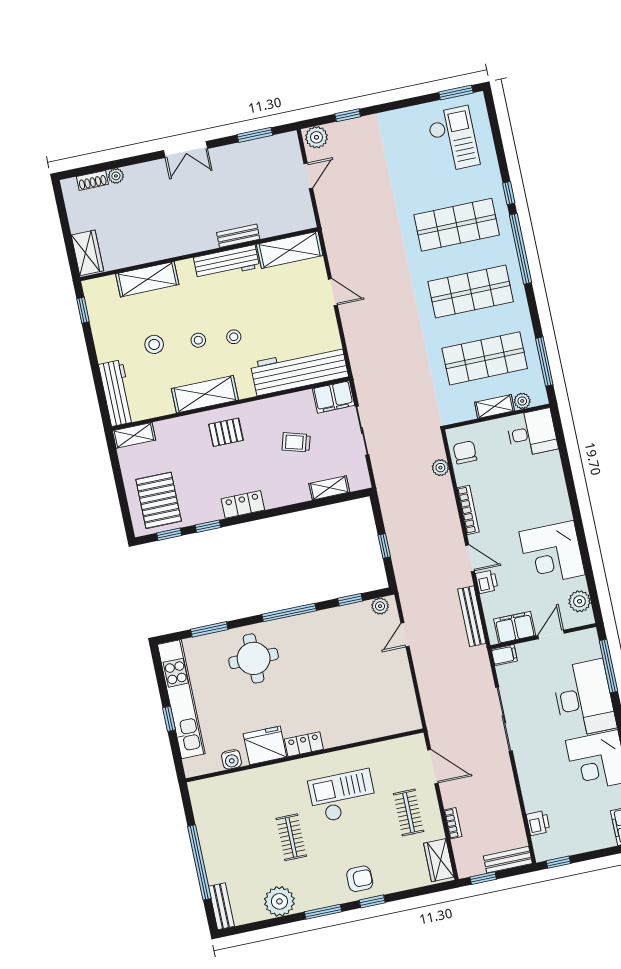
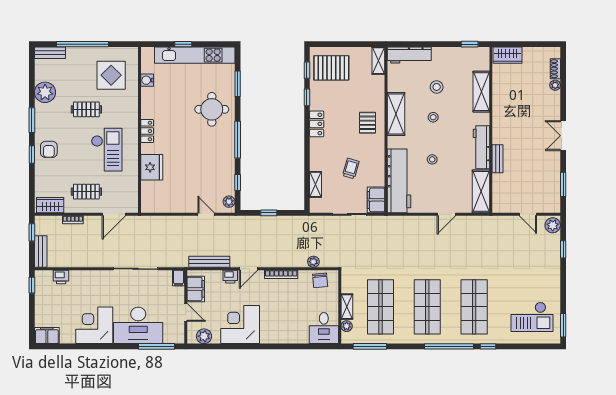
stool: (234, 337) -> (432, 159), moved
chair: (465, 452) -> (320, 280), turned 85
fridge: (265, 745) -> (152, 167), moved
display table: (235, 812) -> (111, 75), added

